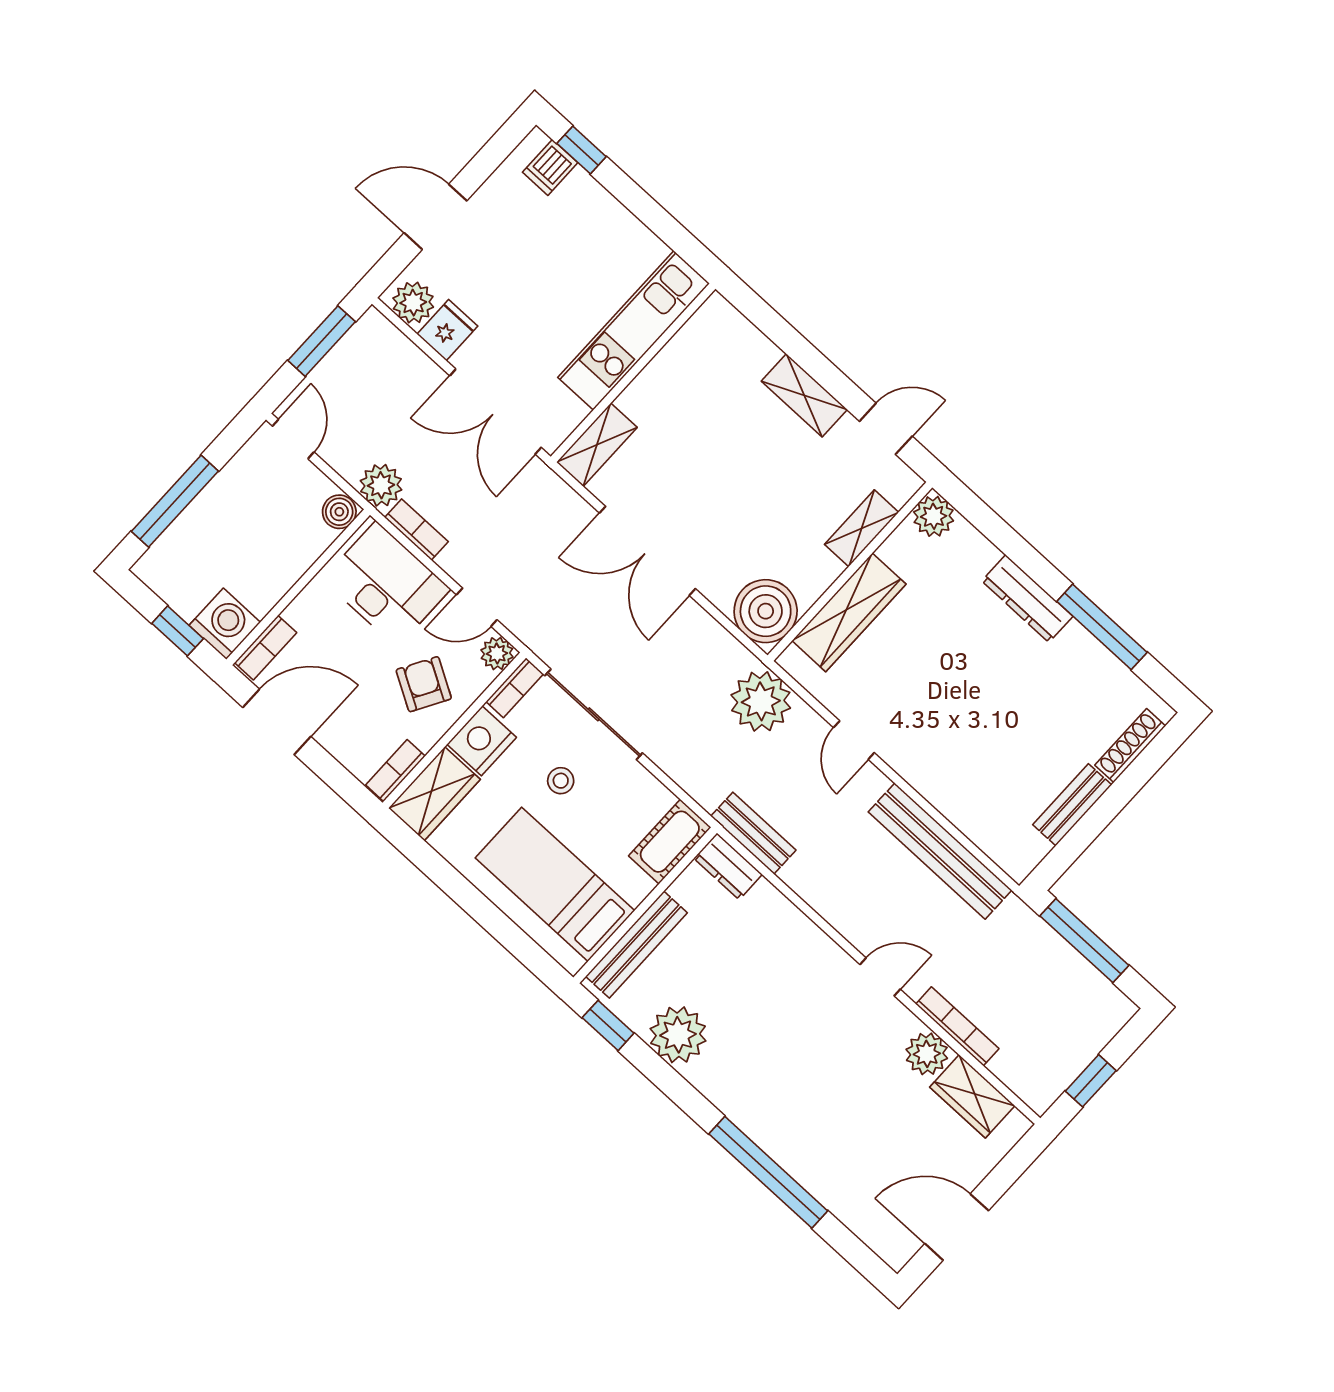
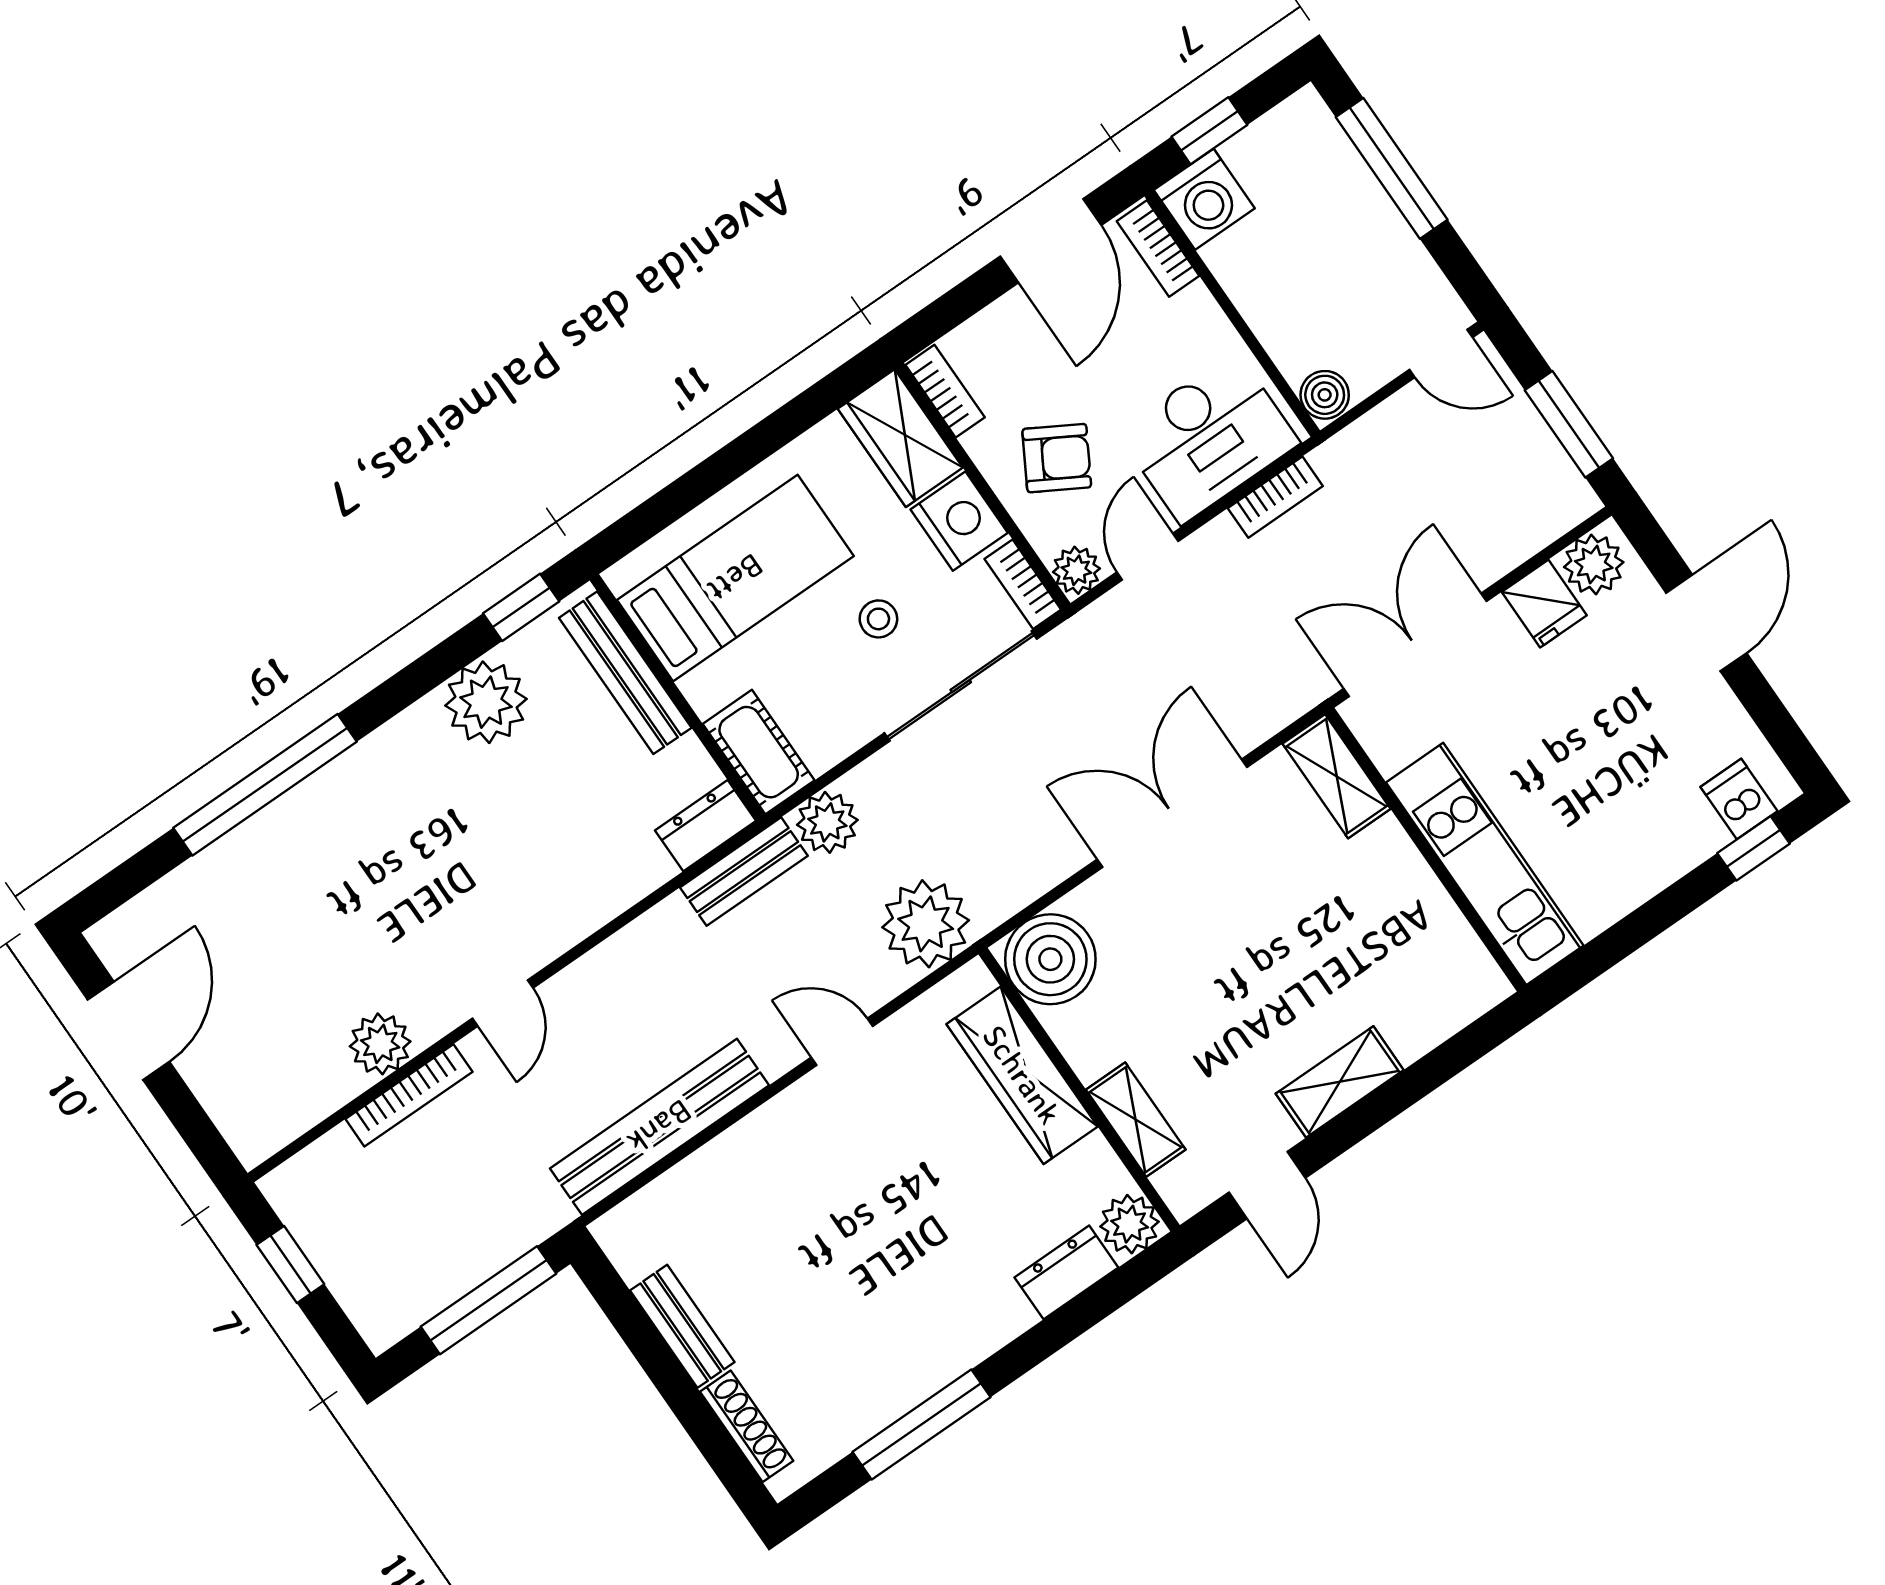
plant: (381, 485) -> (827, 822), moved
dresser: (1027, 599) -> (1066, 1272), moved, width x0.70
wardrobe: (972, 1096) -> (306, 1094), removed

